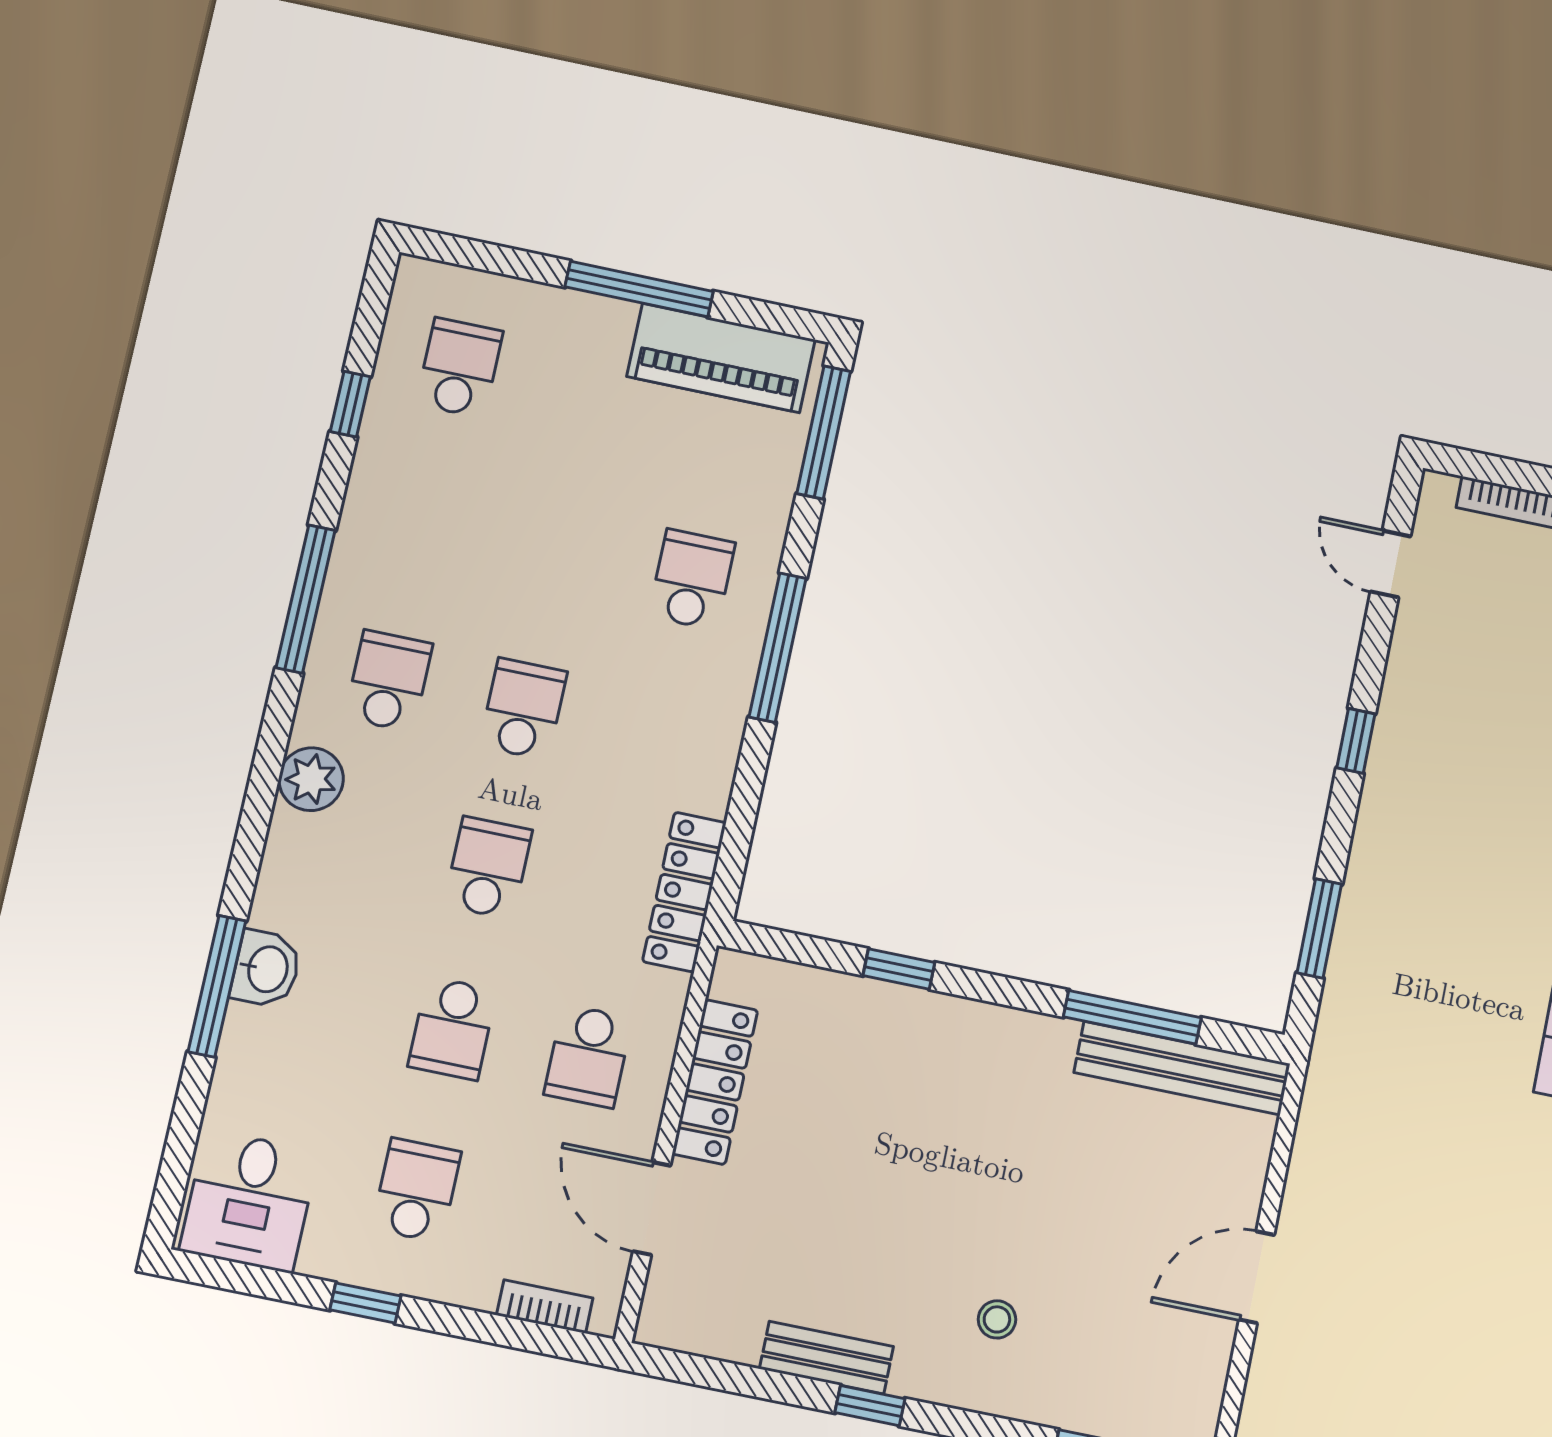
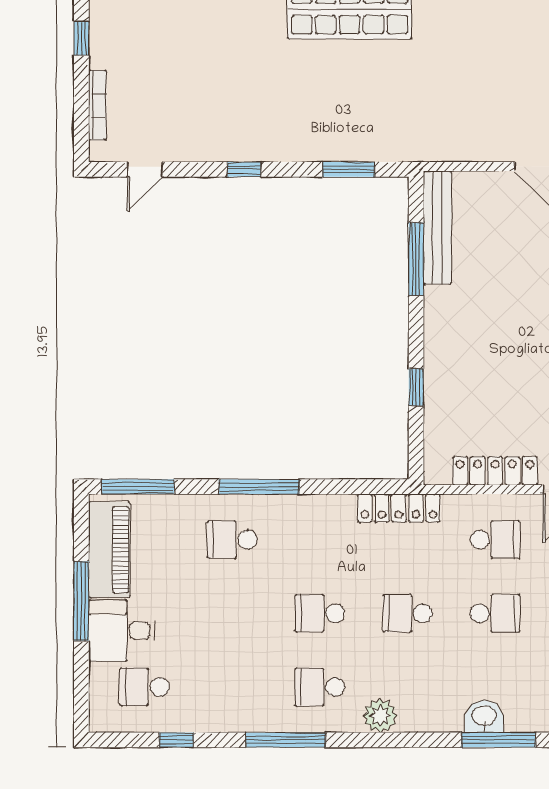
desk: (570, 349) -> (122, 631), added

